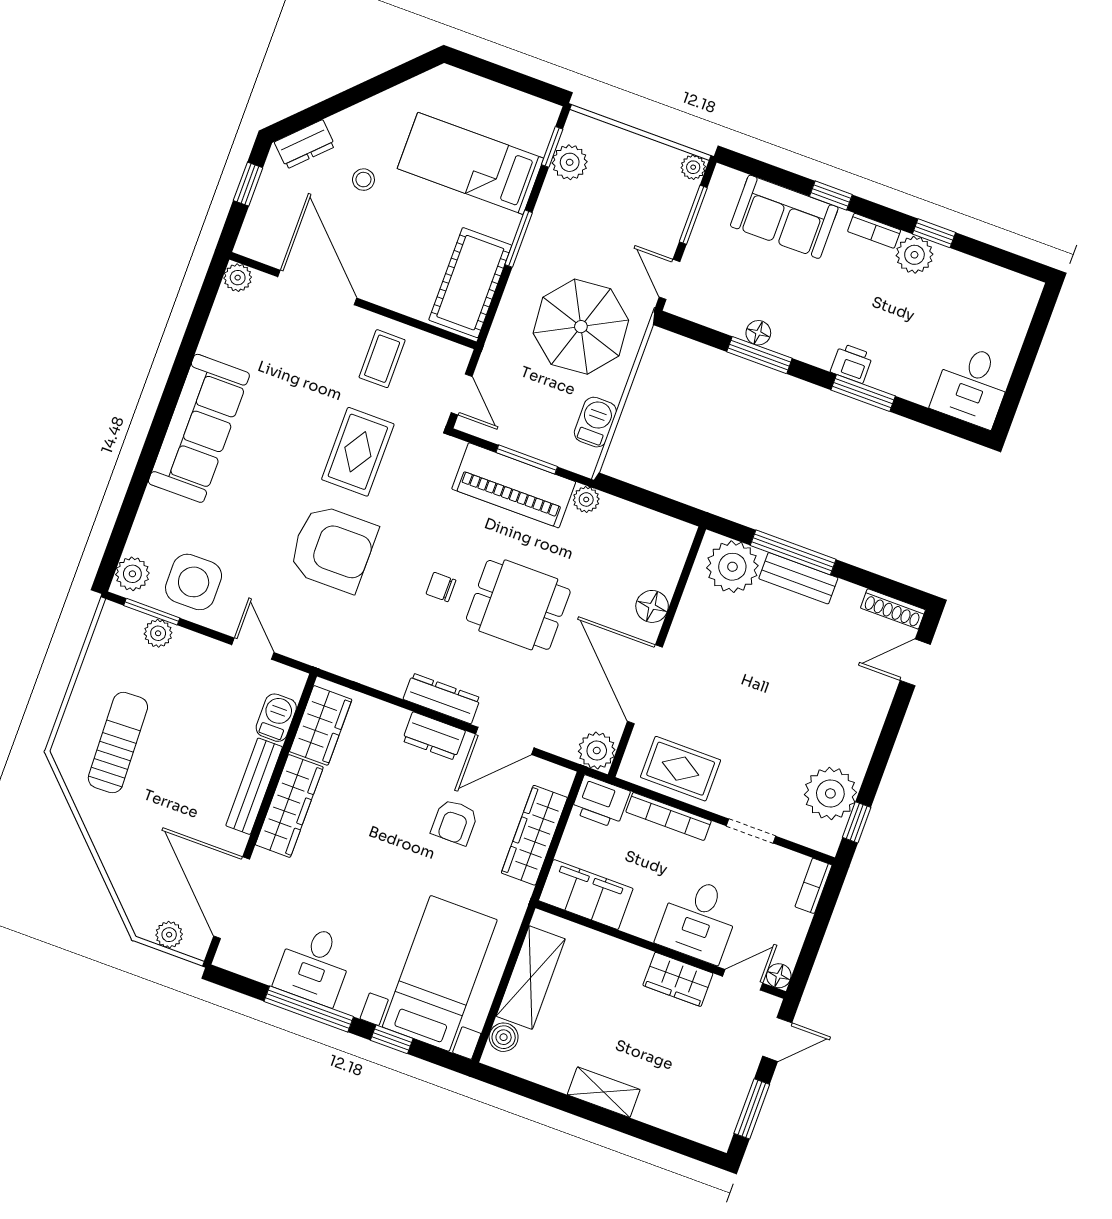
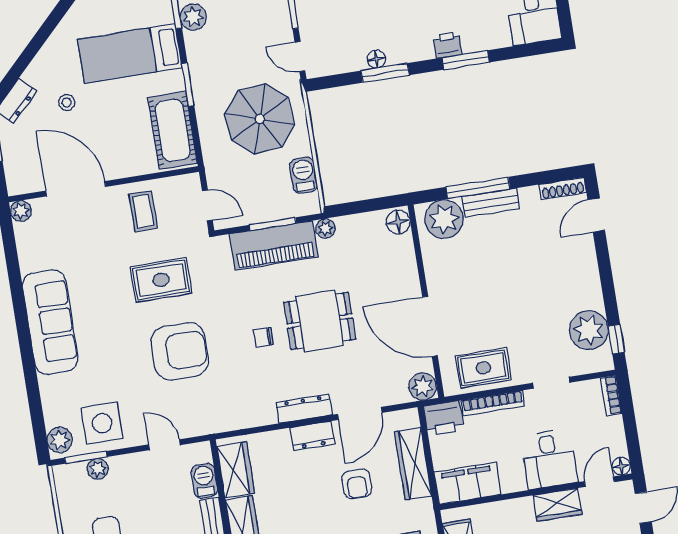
rug: (358, 452) -> (161, 280), turned 90
floor lamp: (652, 606) -> (398, 222), moved

